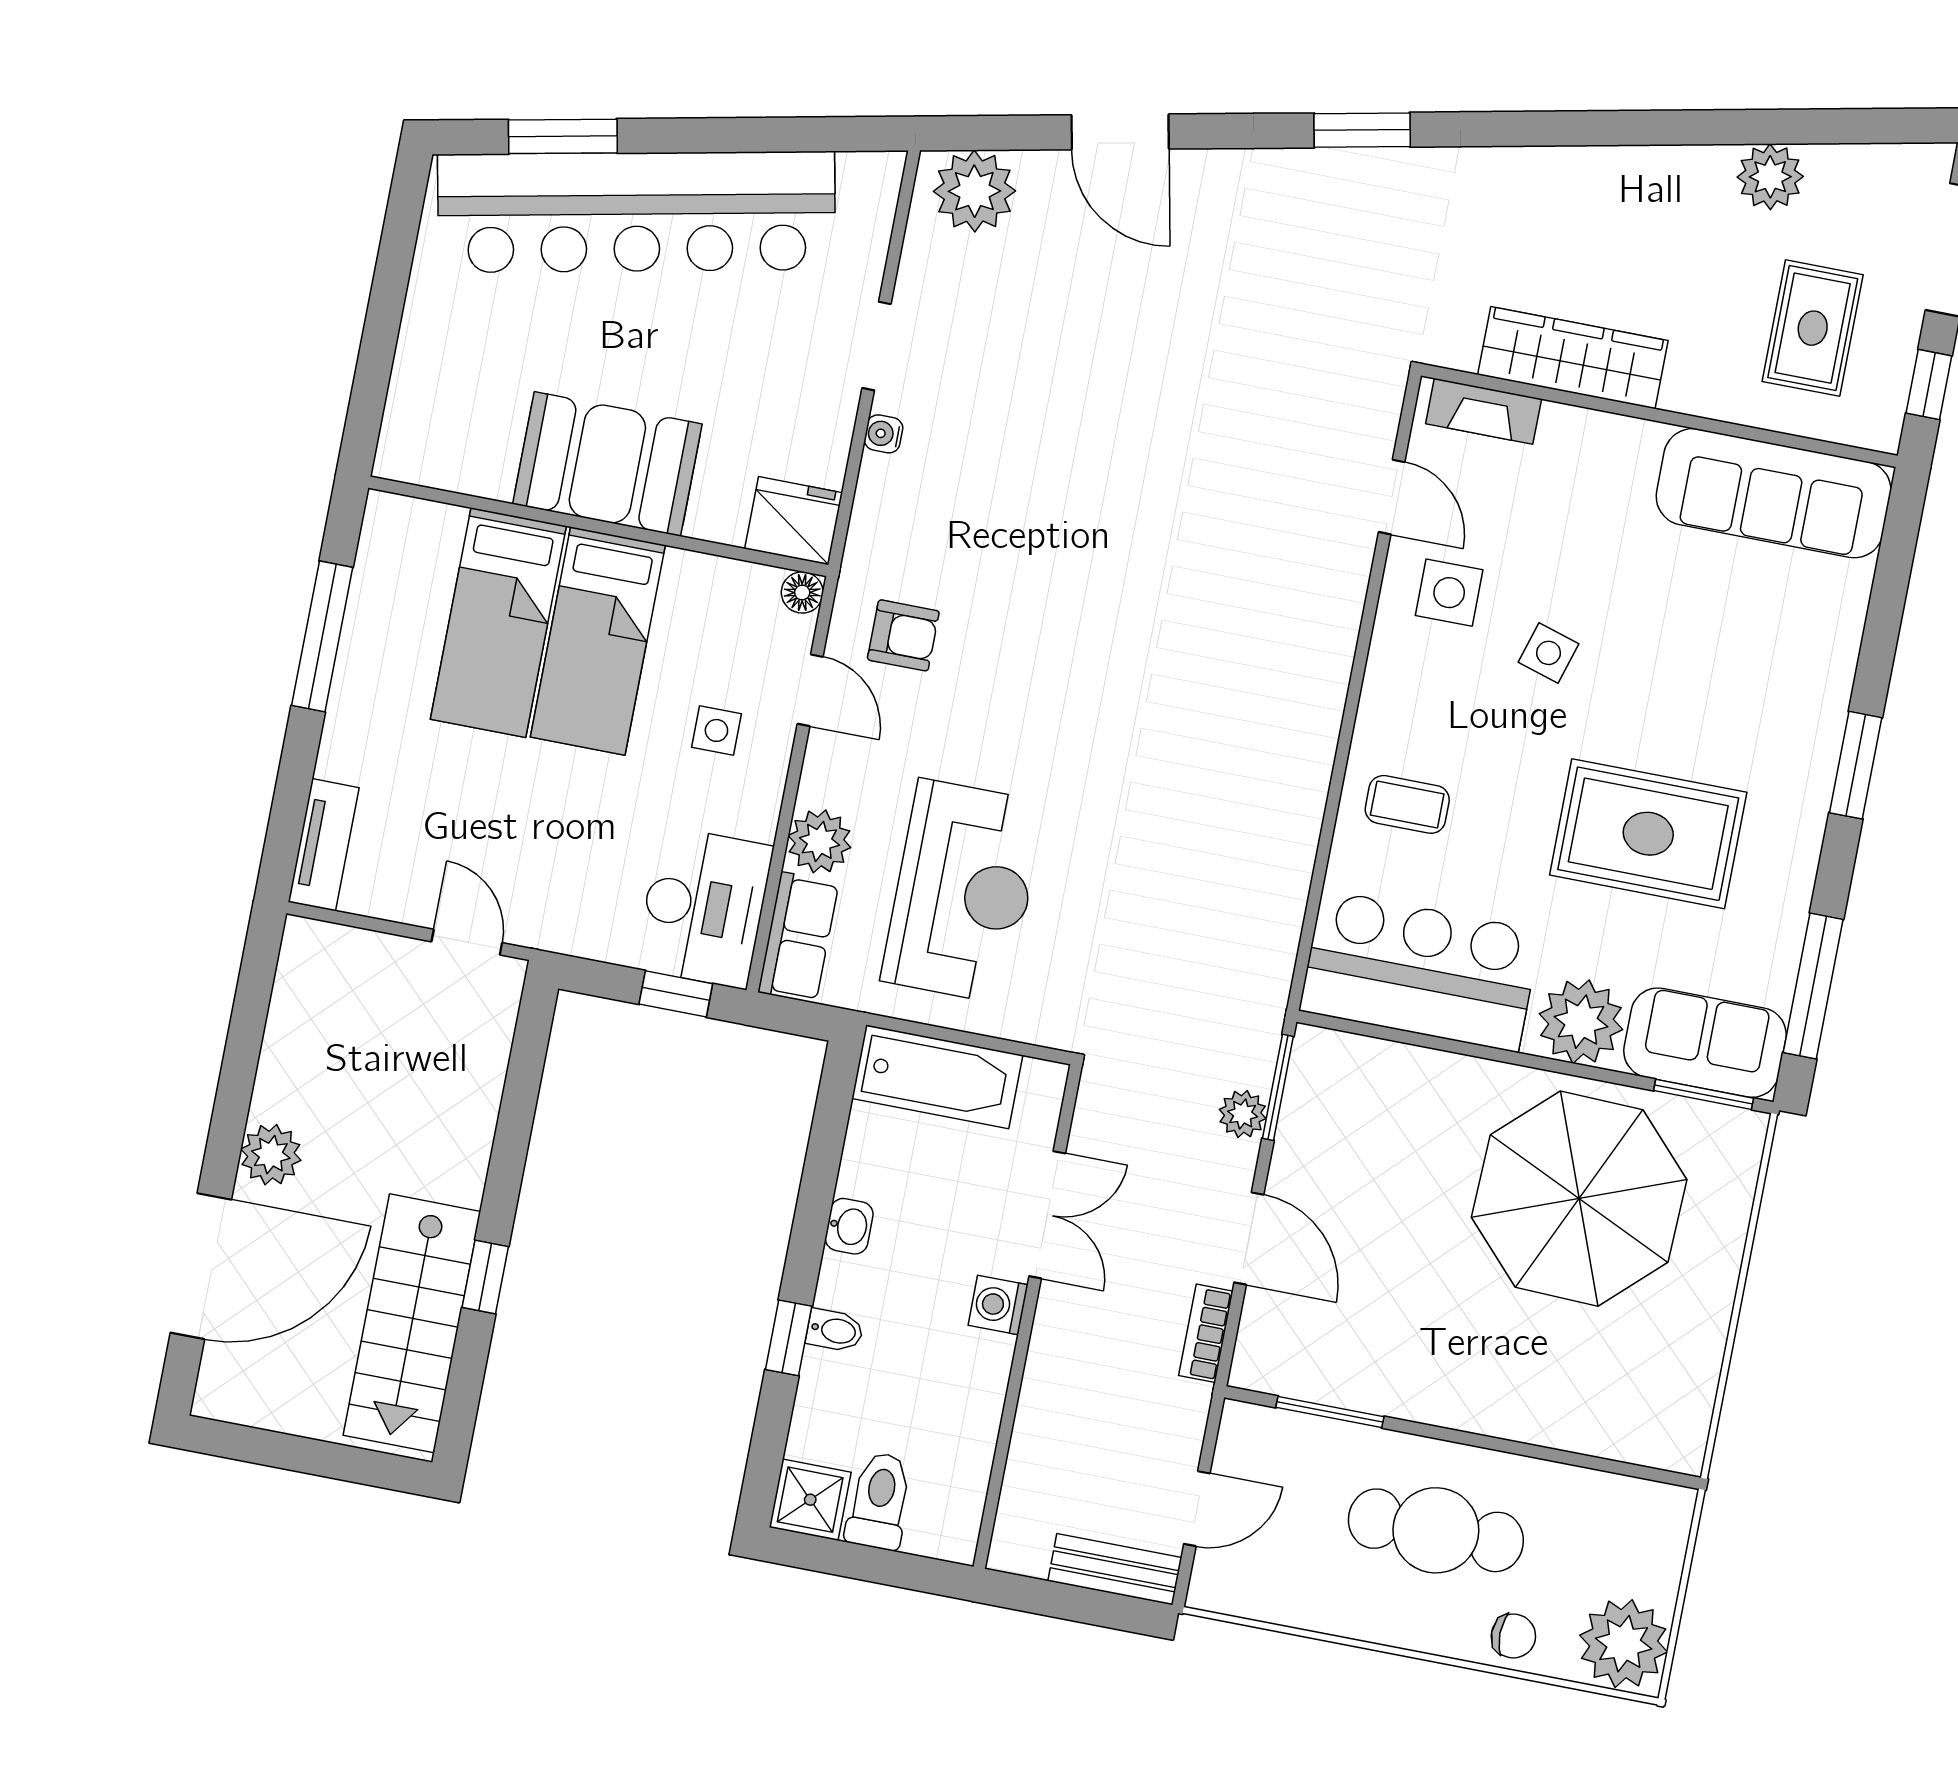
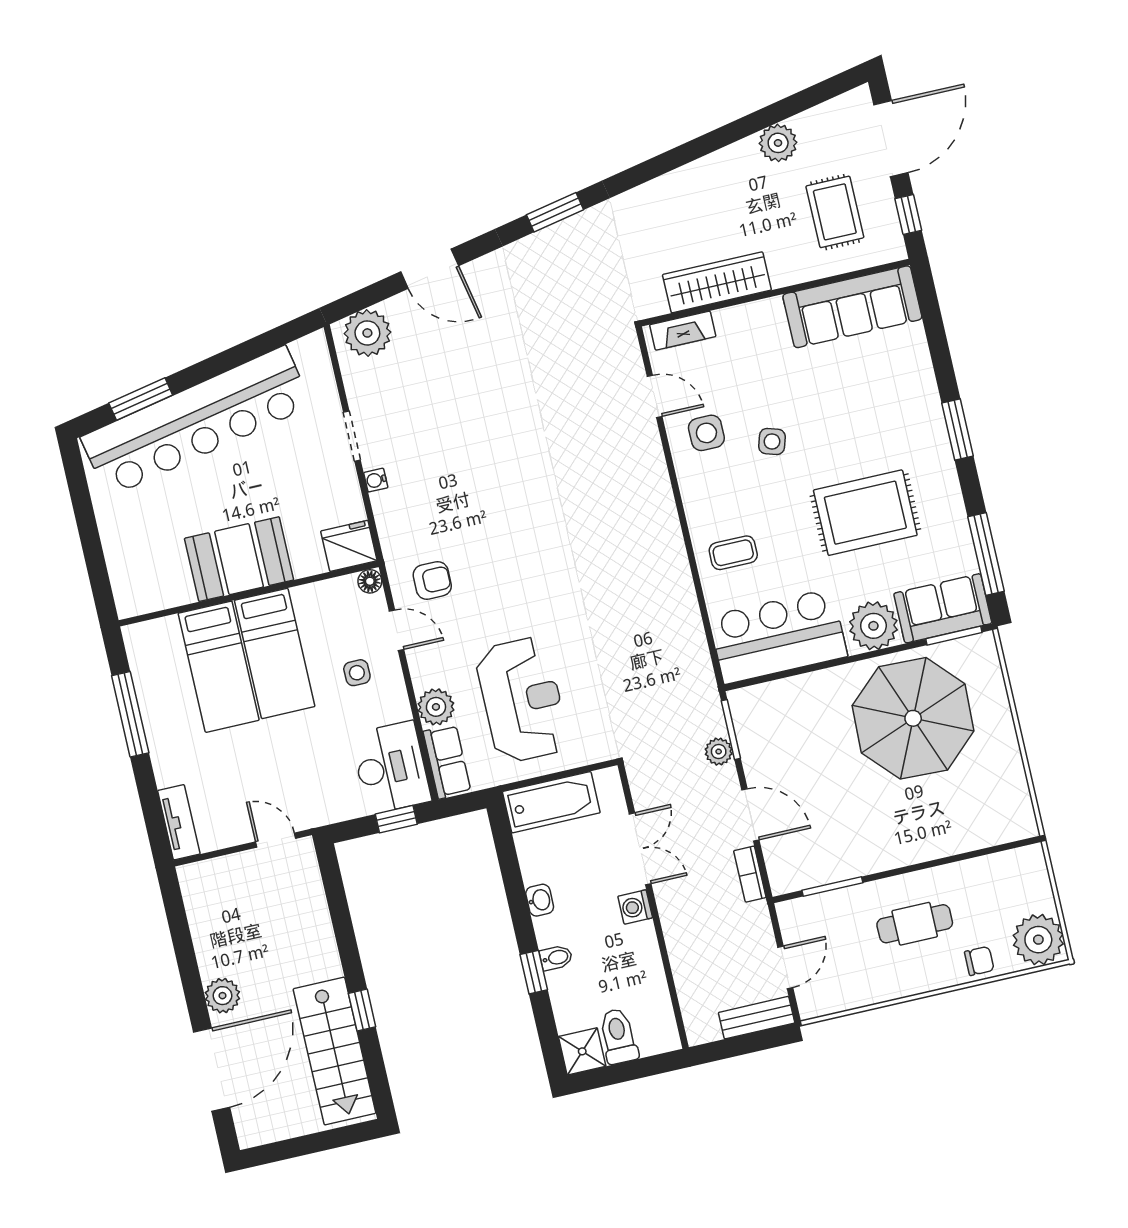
cafe table: (1436, 1530) -> (915, 924), width x0.73, depth x0.74

